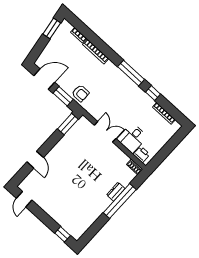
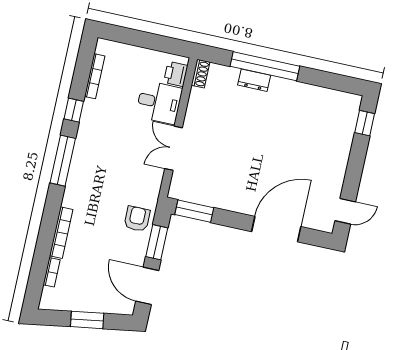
window: (52, 28) -> (87, 320), moved
door: (35, 160) -> (276, 229), width x1.88

